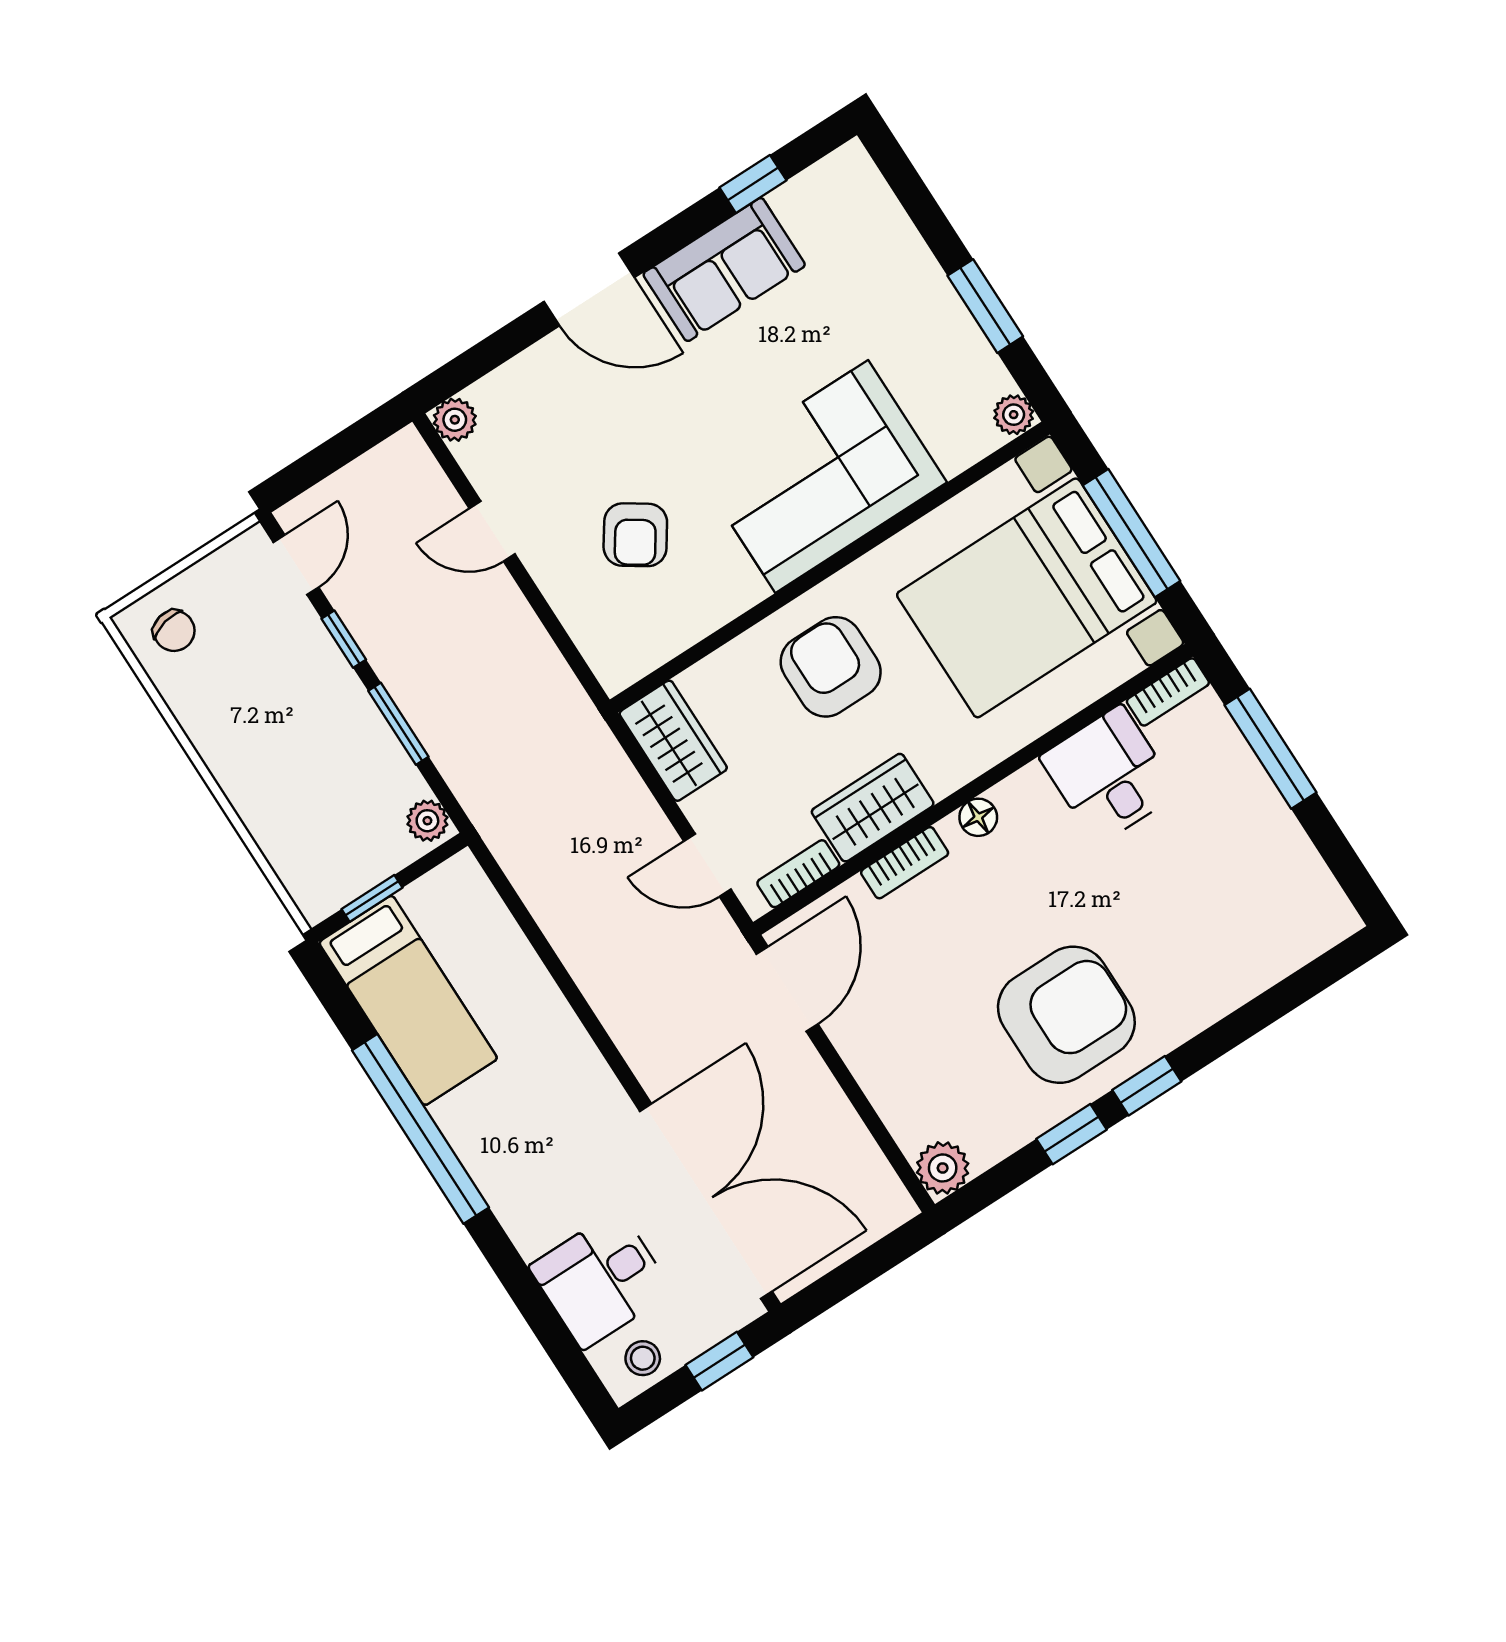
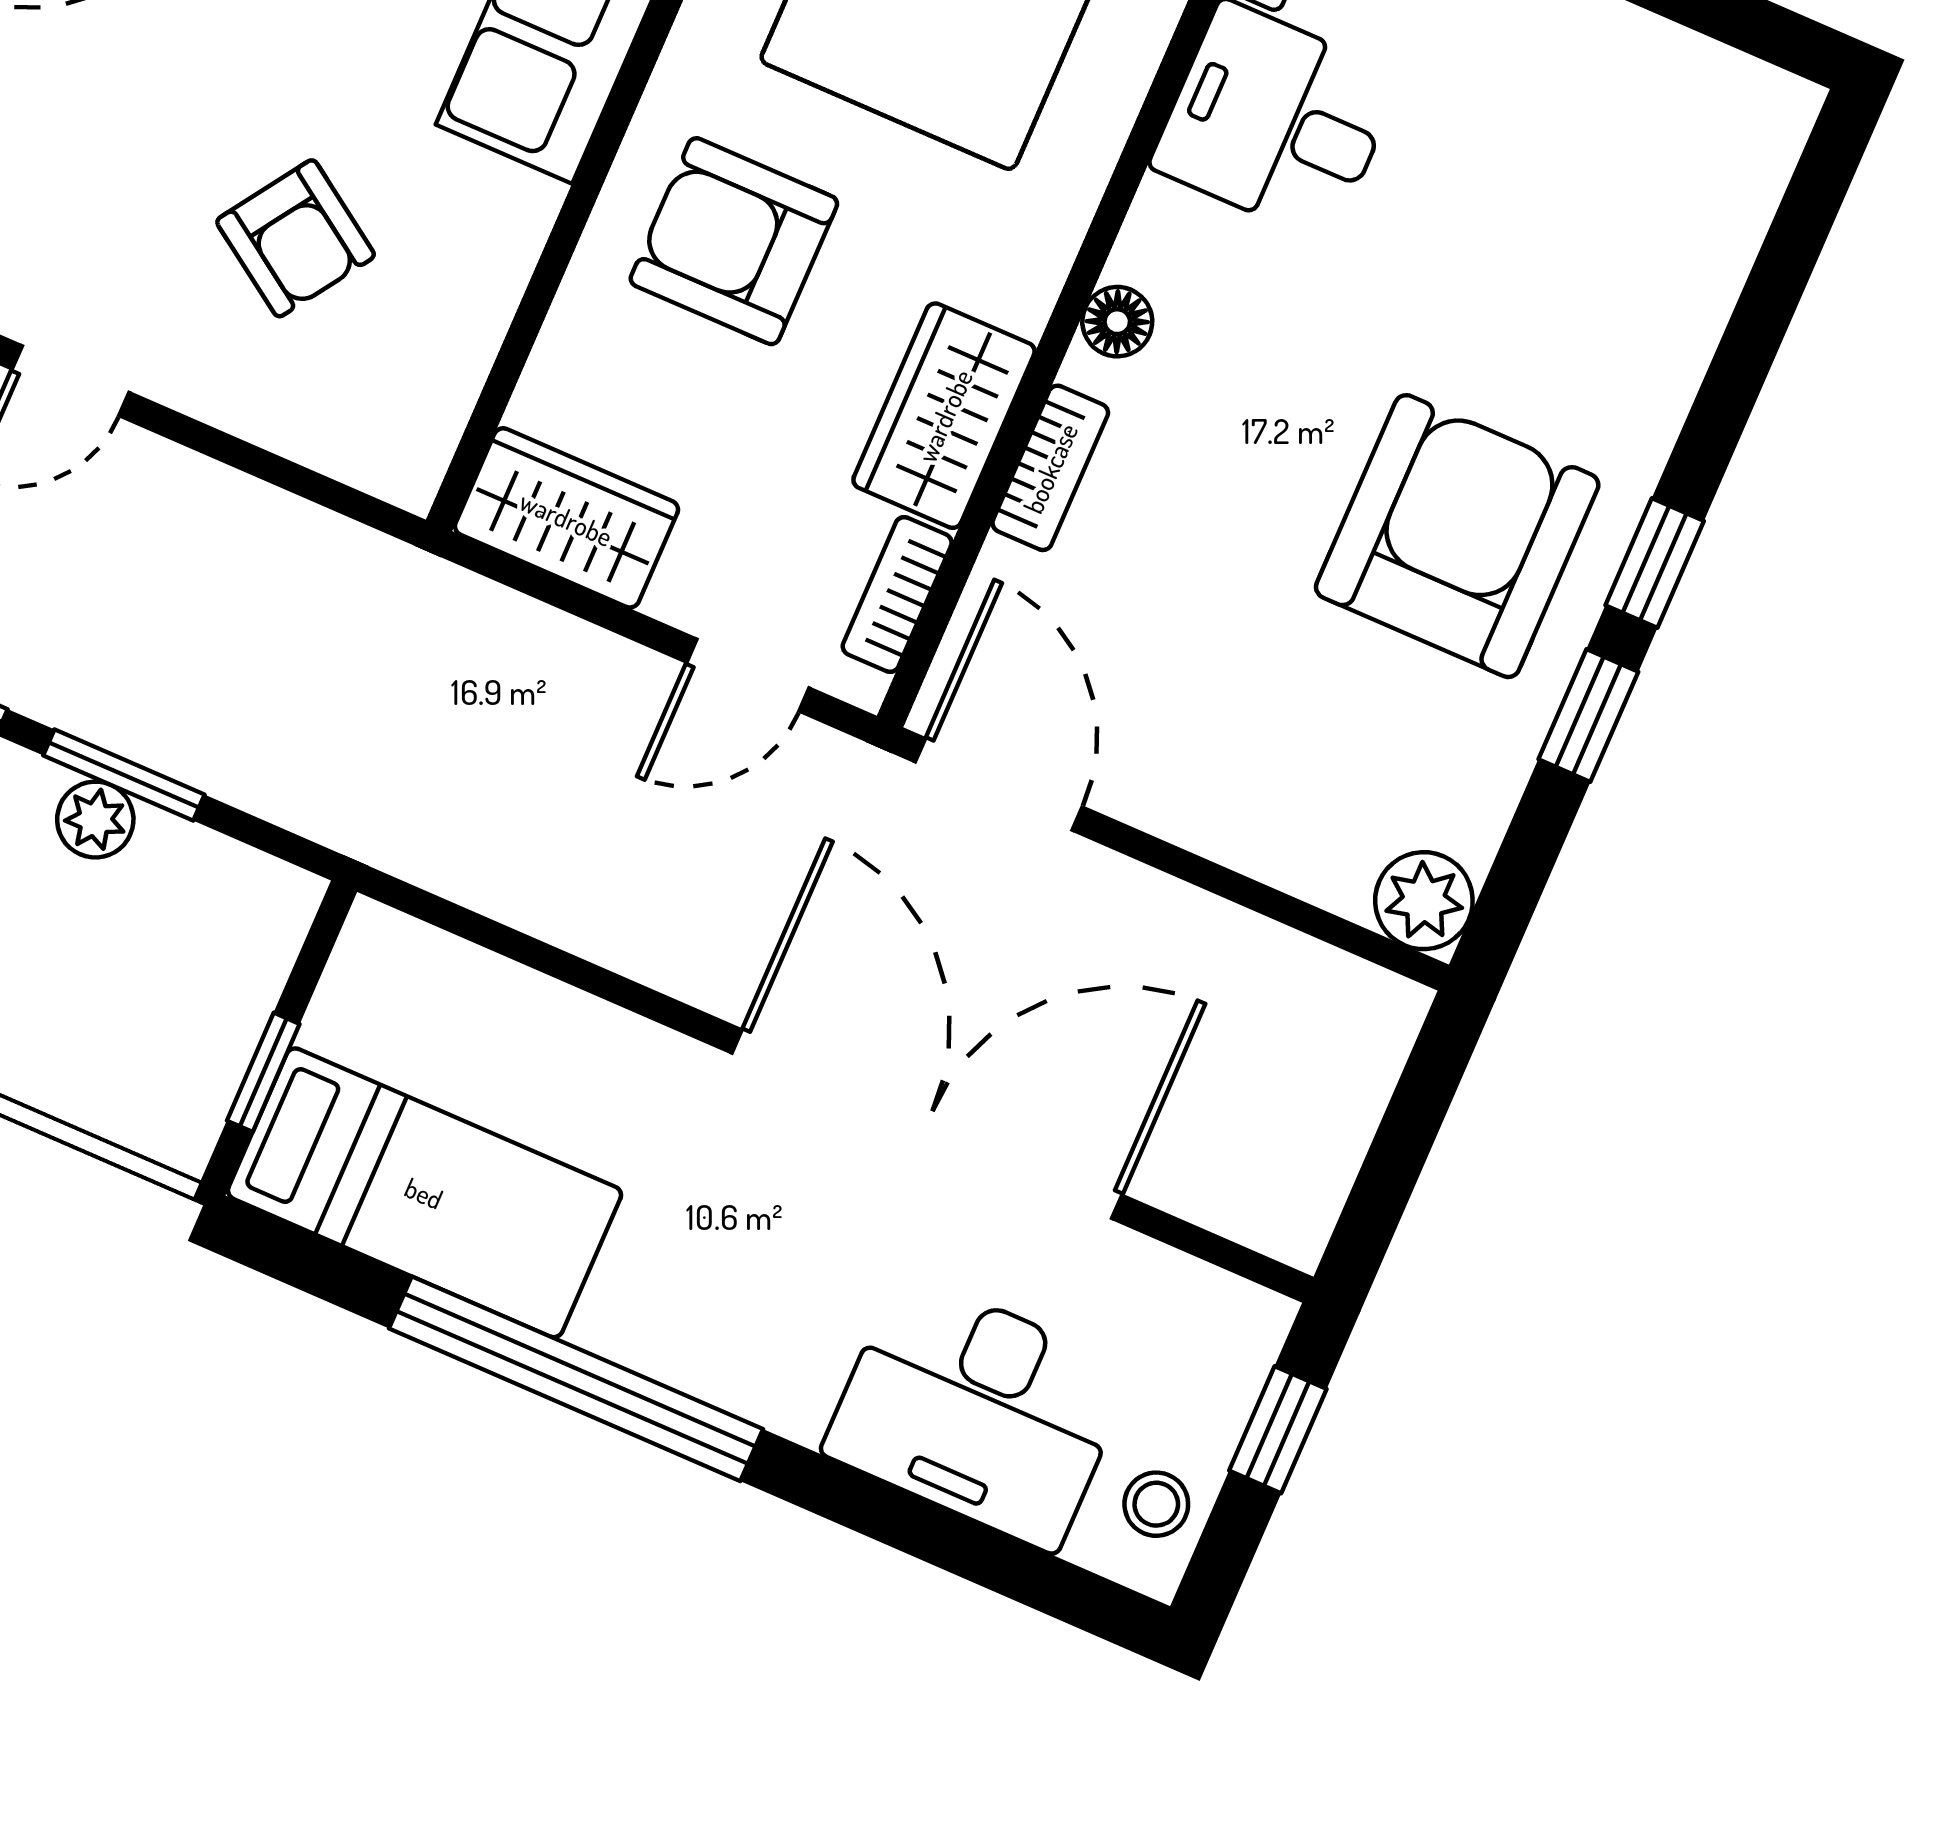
plant: (427, 821) -> (95, 820), moved
double door: (706, 1201) -> (927, 1124), moved
desk: (601, 1279) -> (978, 1411), width x1.37

